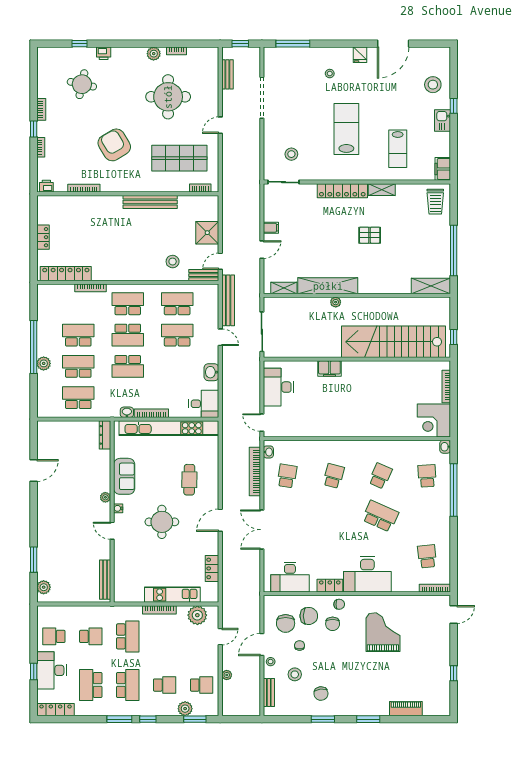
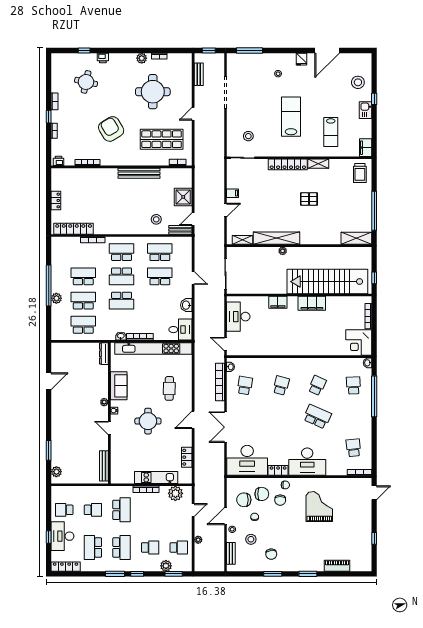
bench: (228, 300) -> (199, 249), removed
filing cabinet: (373, 370) -> (312, 303), added
desk: (290, 577) -> (247, 460), width x1.36, depth x1.30
chair: (286, 623) -> (244, 500), turned 90

